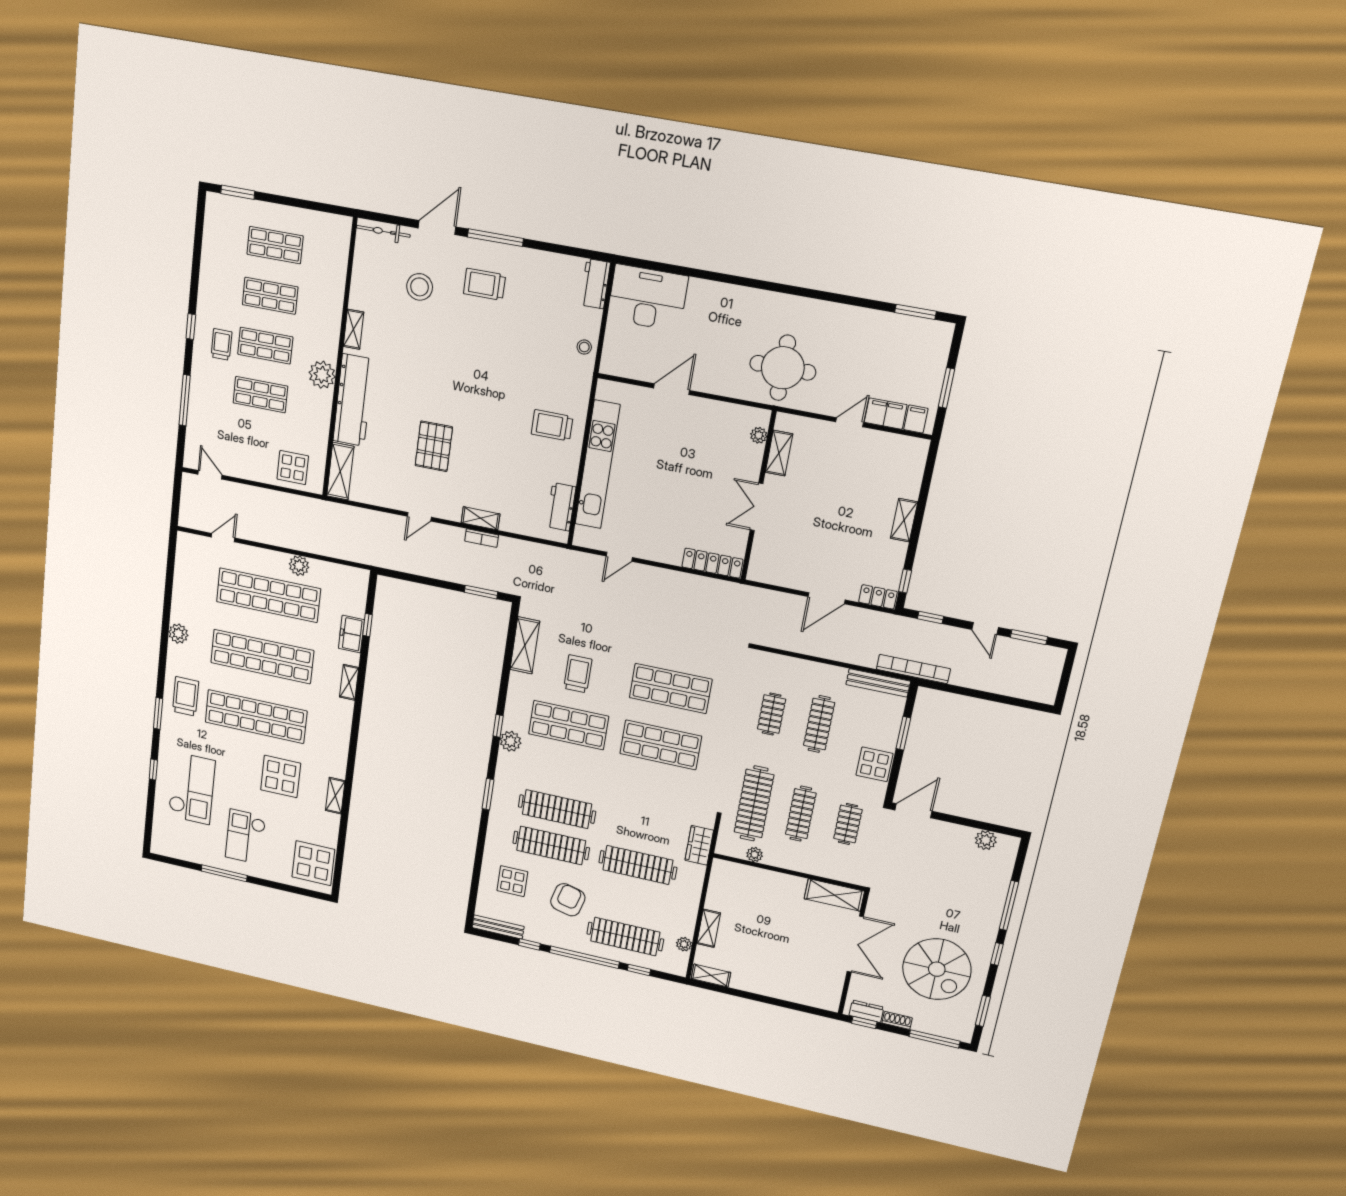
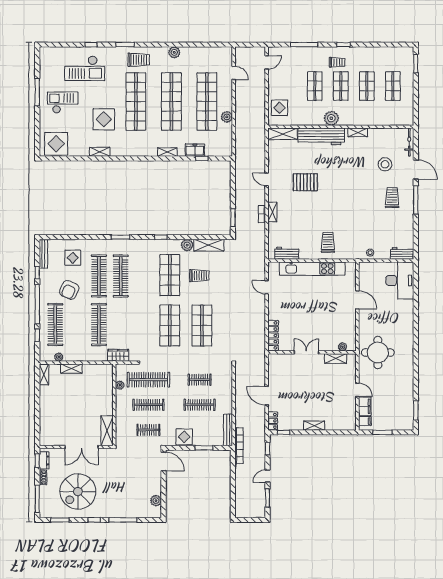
plant: (510, 741) -> (187, 245), moved
armchair: (568, 900) -> (69, 290), turned 100

